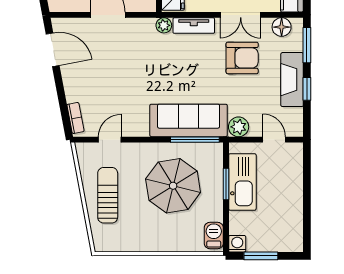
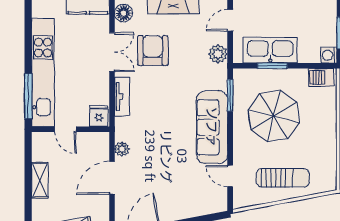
plant: (164, 25) -> (122, 149), moved
bookcase: (75, 118) -> (210, 208), removed
sofa: (189, 120) -> (212, 127), moved
window: (195, 140) -> (230, 95), width x0.69
sun lounger: (108, 195) -> (283, 178), turned 180

